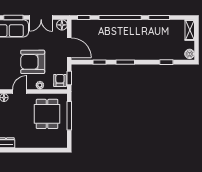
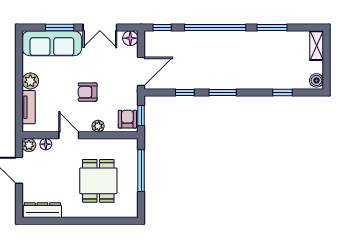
door: (69, 48) -> (141, 71), hinge flipped
armchair: (33, 62) -> (88, 92), width x0.53, depth x0.53
door: (20, 91) -> (69, 135), hinge flipped
dining table: (47, 114) -> (98, 181), moved

